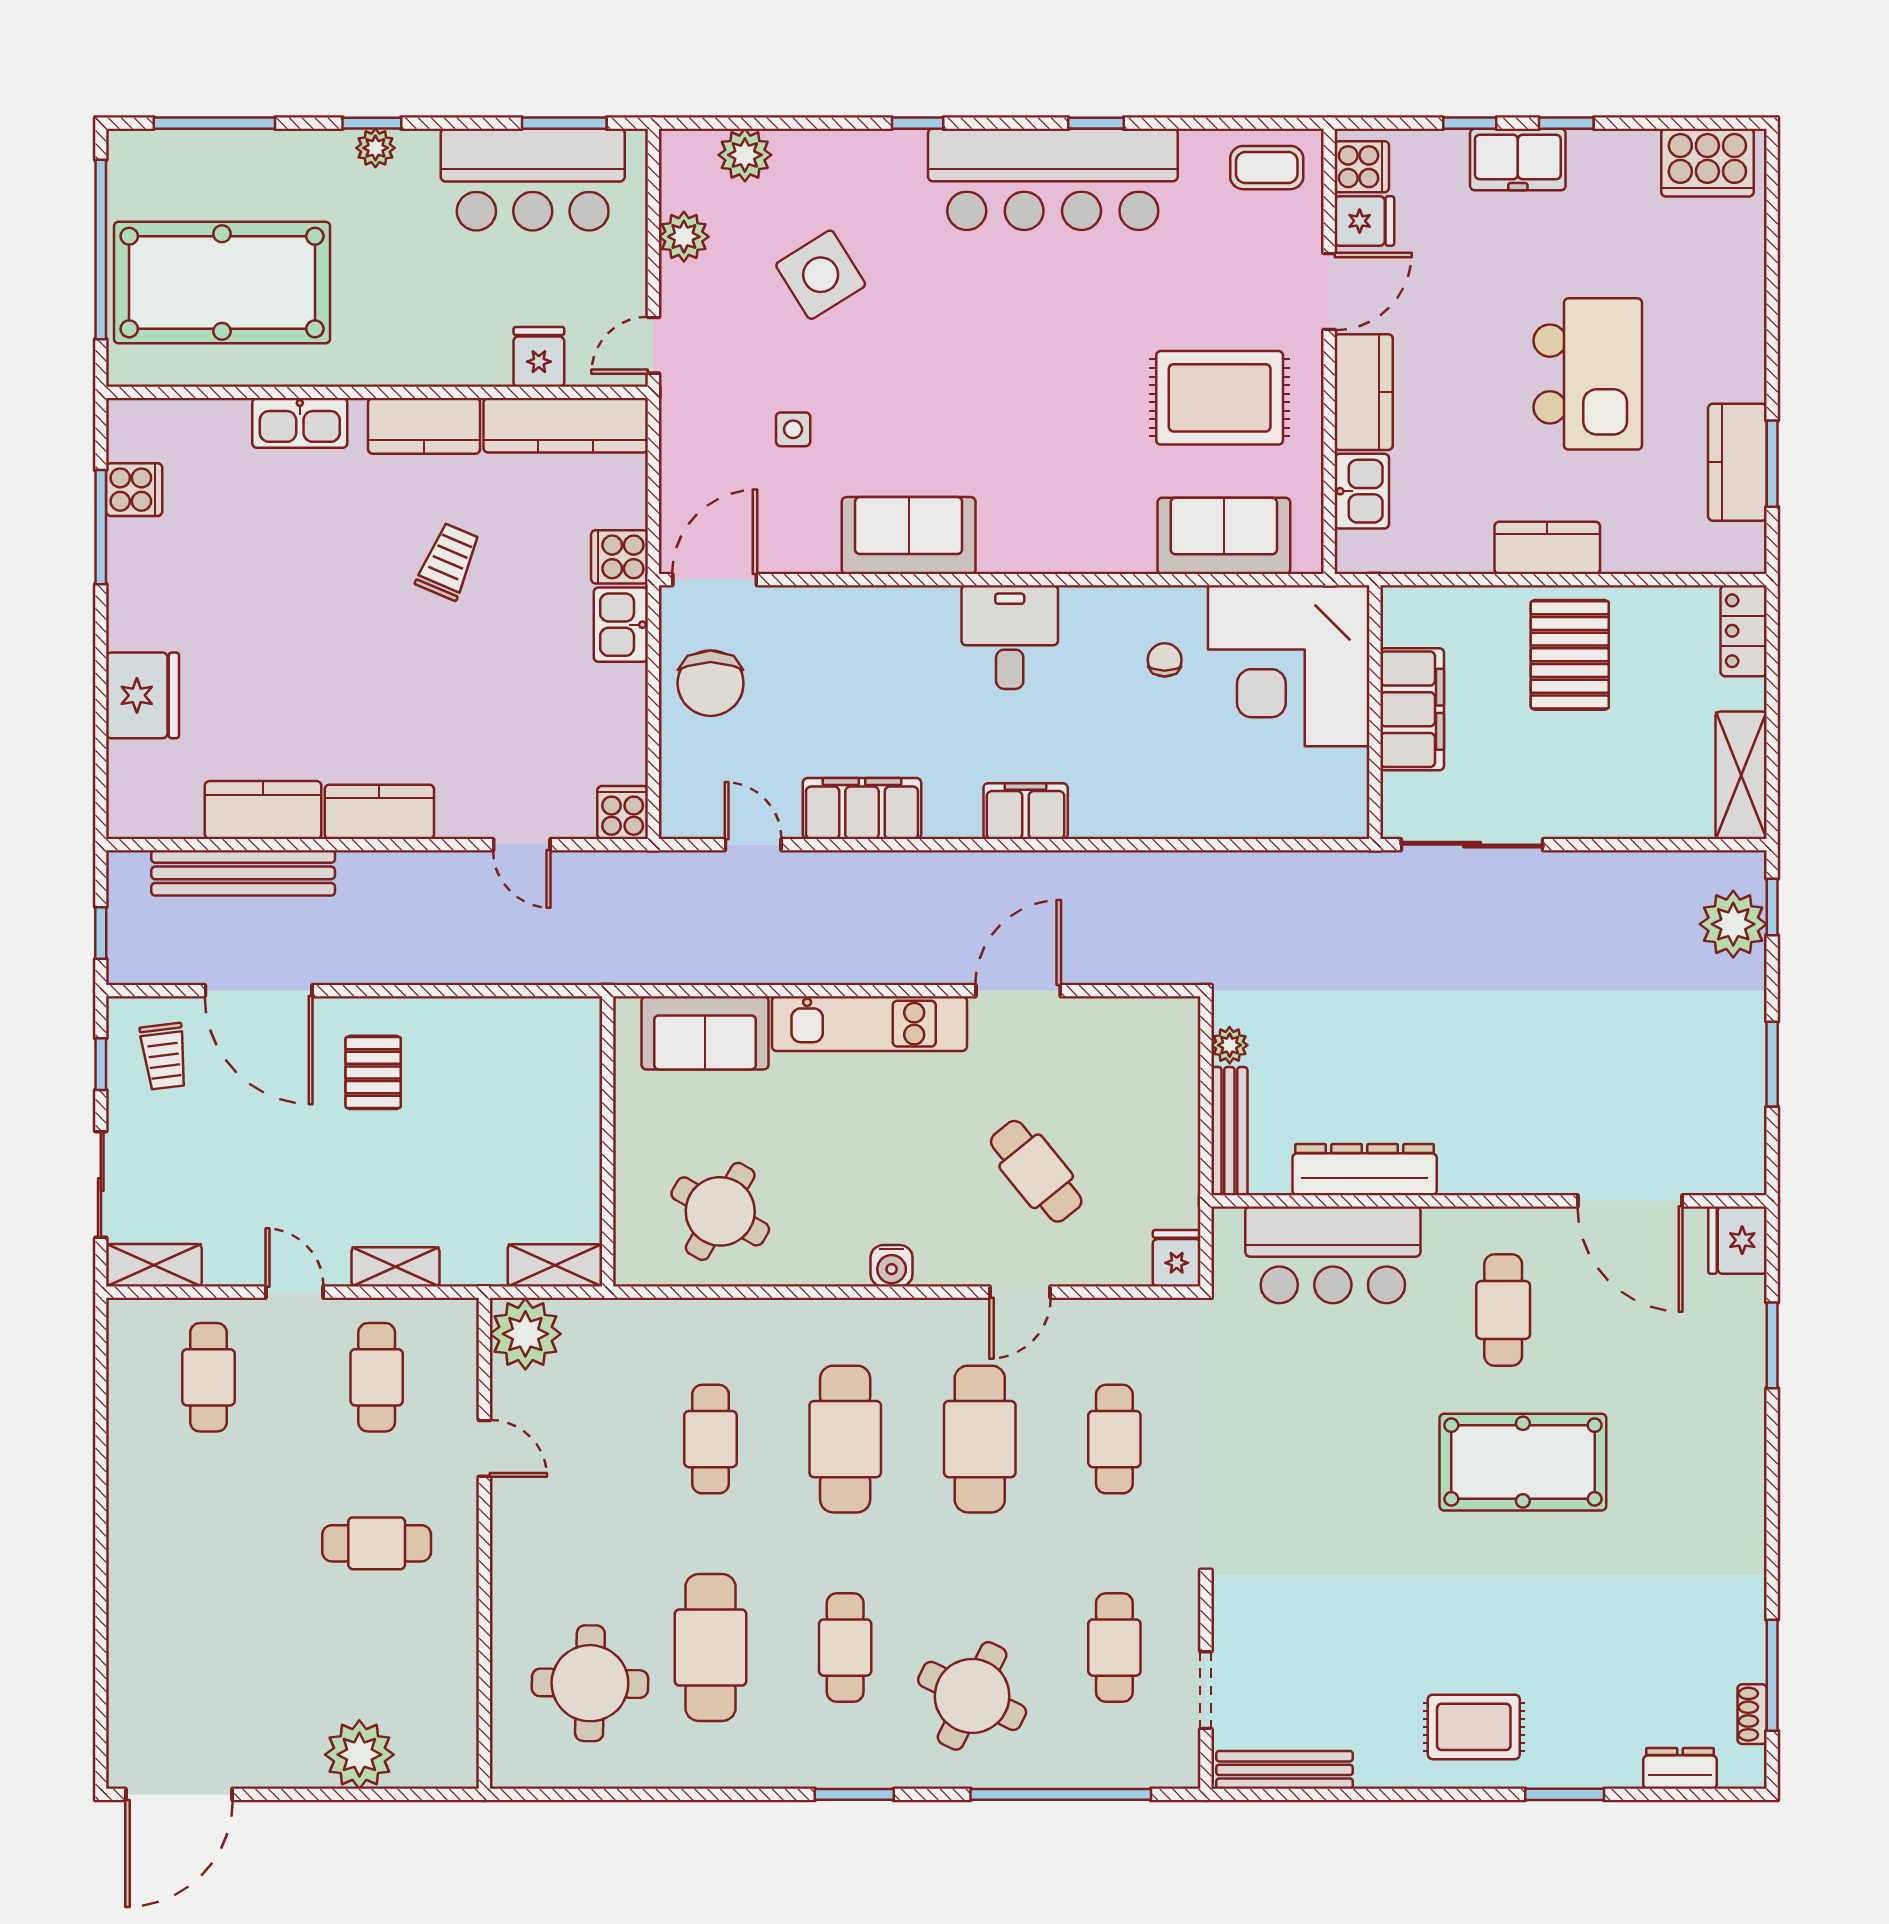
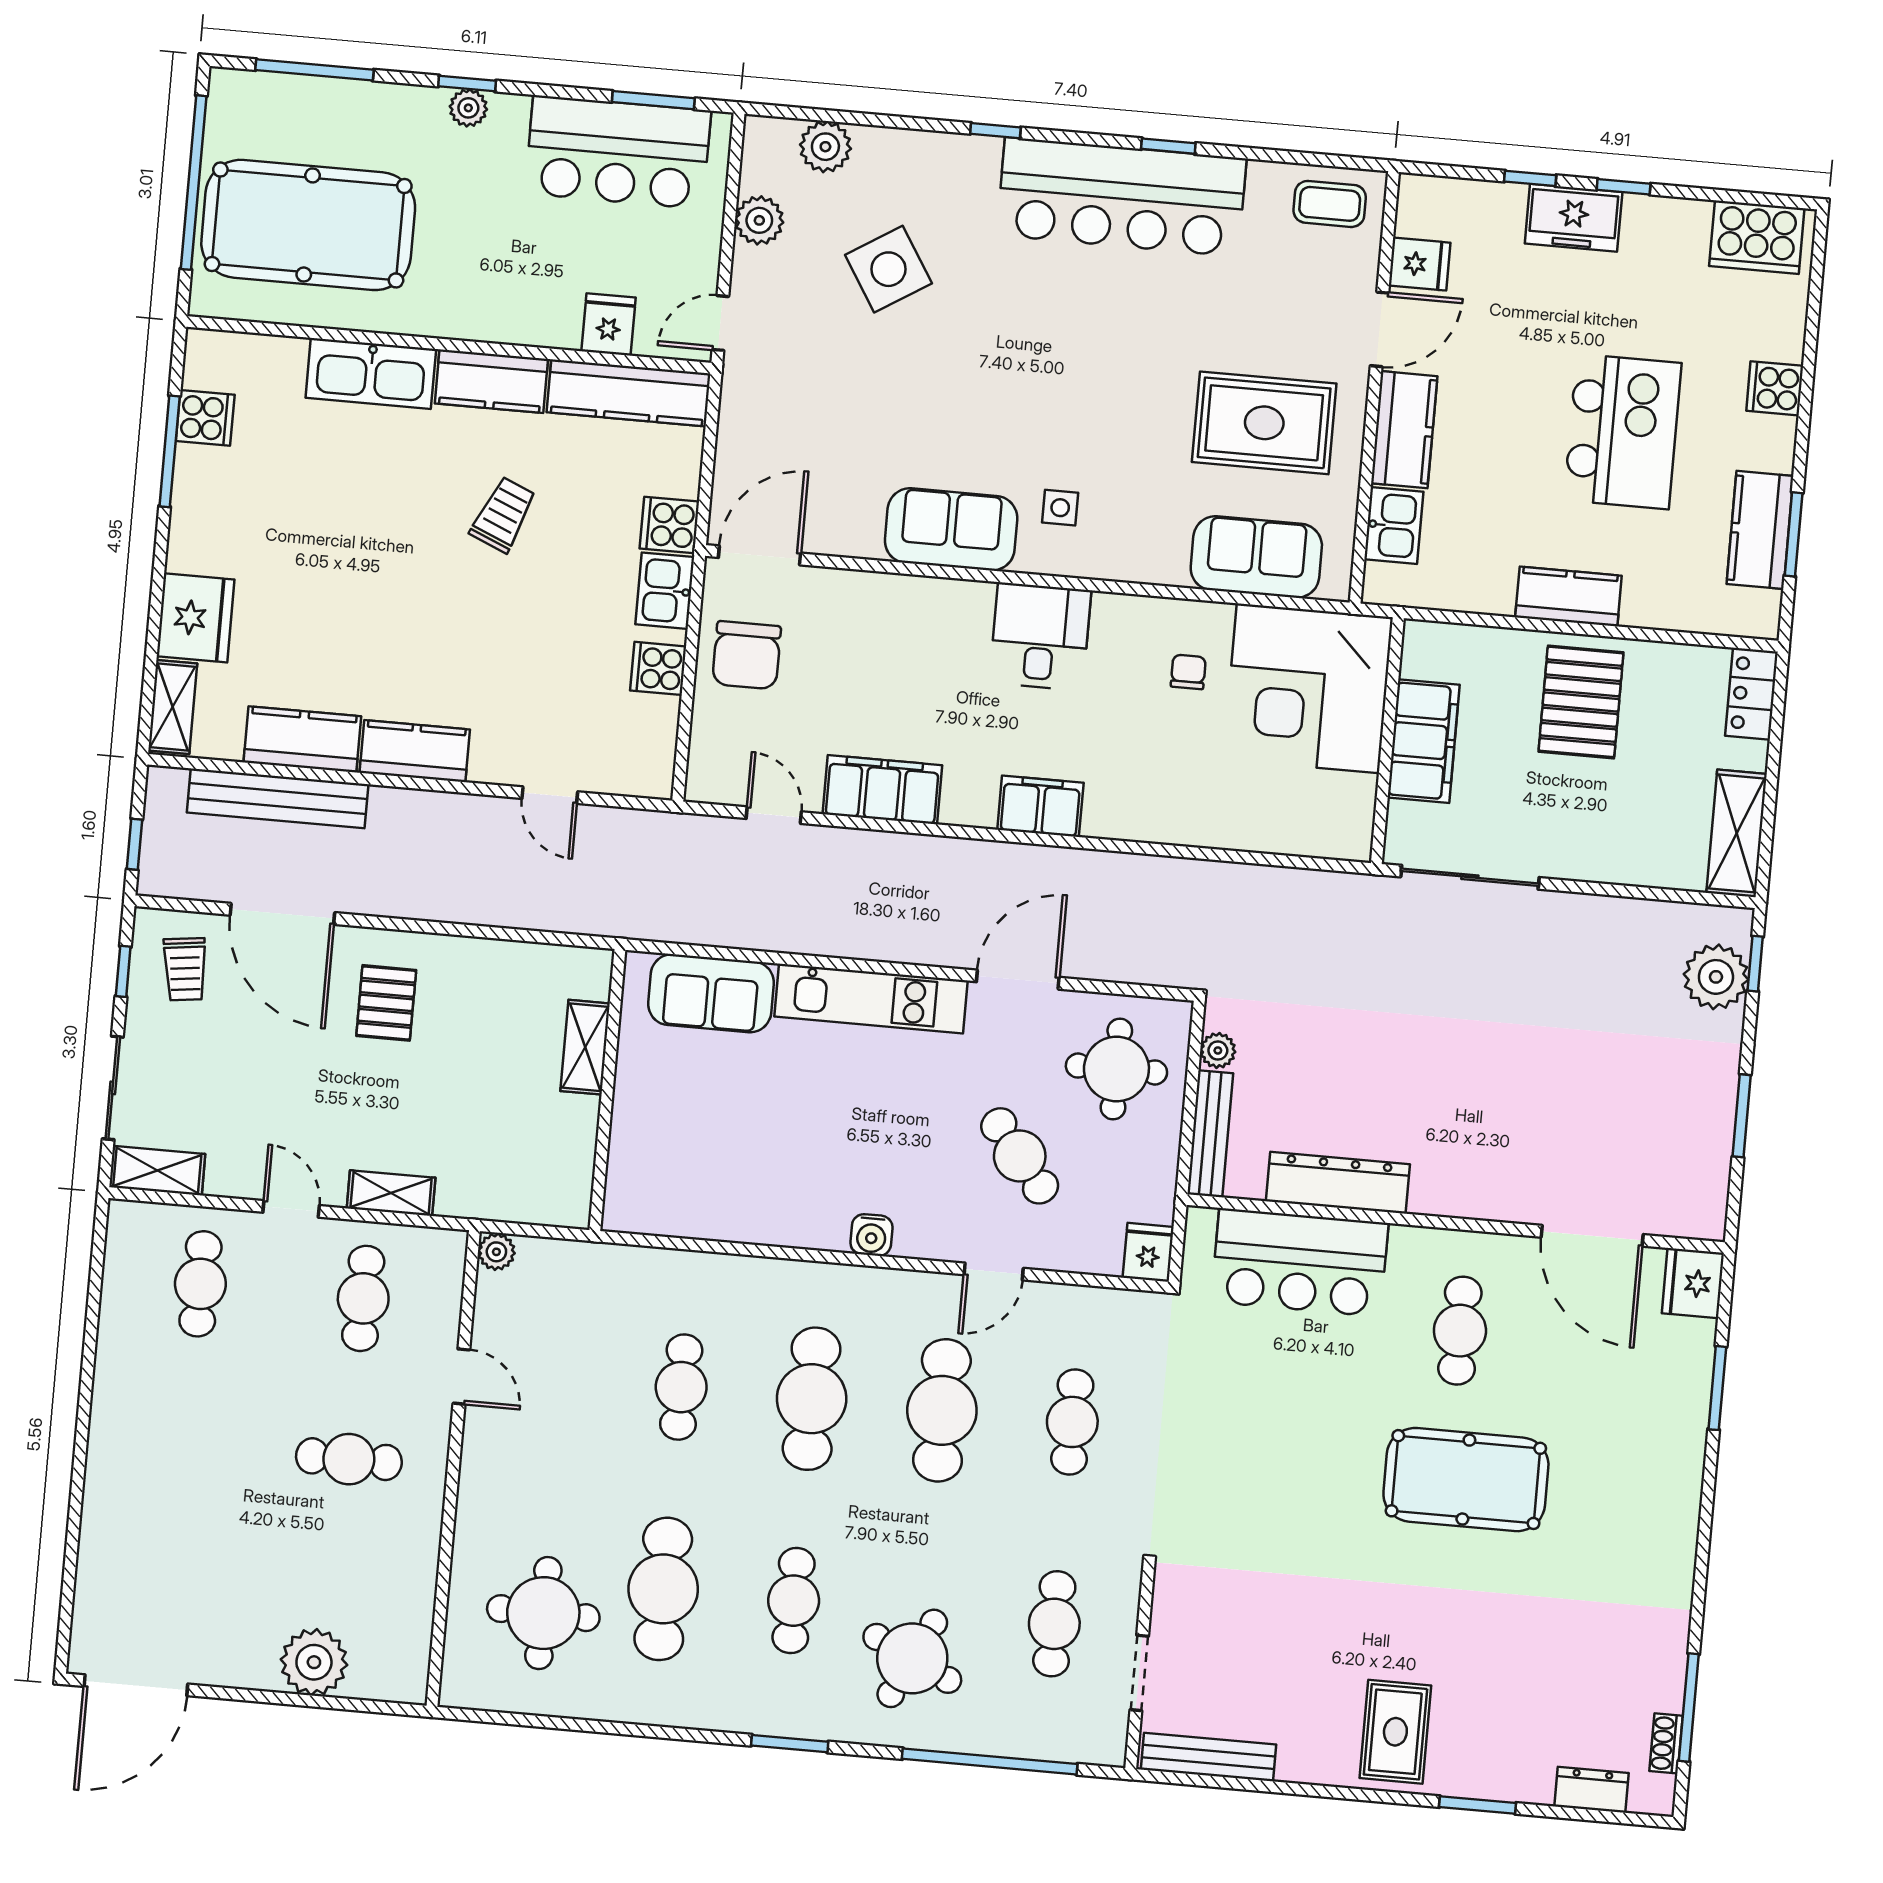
cooker: (1362, 167) -> (1775, 388), moved, turned 180
kitchen sink: (300, 423) -> (371, 374), width x1.36, depth x1.24
side table: (793, 429) -> (1060, 508), moved
shelving: (127, 789) -> (173, 707), added
cooker: (623, 812) -> (658, 668), moved, turned -90
round table: (720, 1211) -> (1116, 1069), moved, turned -30
shelving: (555, 1265) -> (585, 1047), moved, turned 90
plant: (525, 1334) -> (496, 1252), width x0.53, depth x0.53
rug: (1474, 1727) -> (1395, 1732), turned 90

